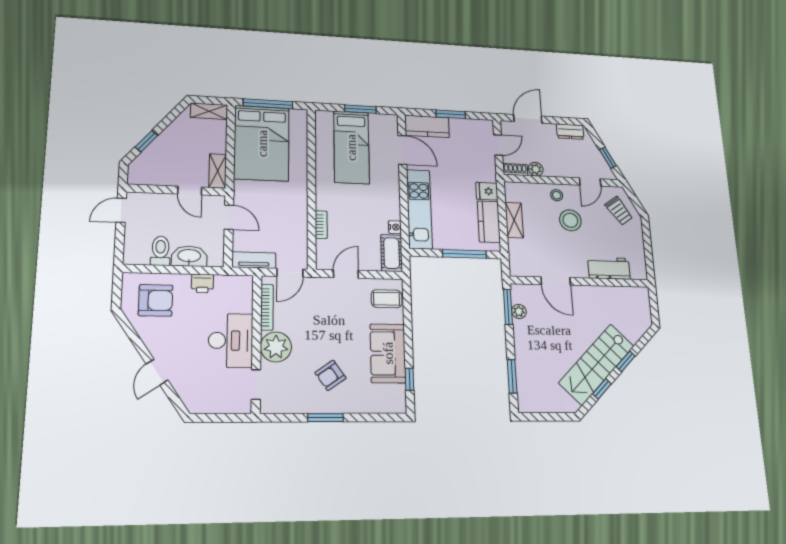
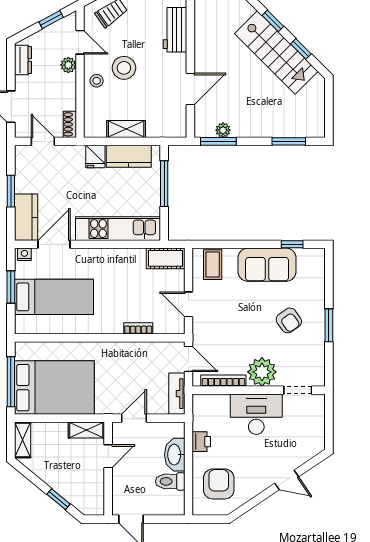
plant: (536, 169) -> (68, 65), moved
nightstand: (395, 227) -> (24, 254), moved

